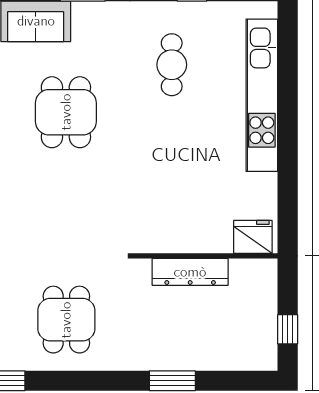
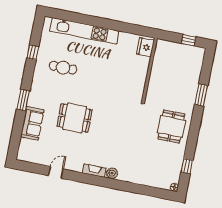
dresser: (190, 272) -> (155, 78), removed
dining table: (66, 320) -> (171, 126), moved, turned 90

